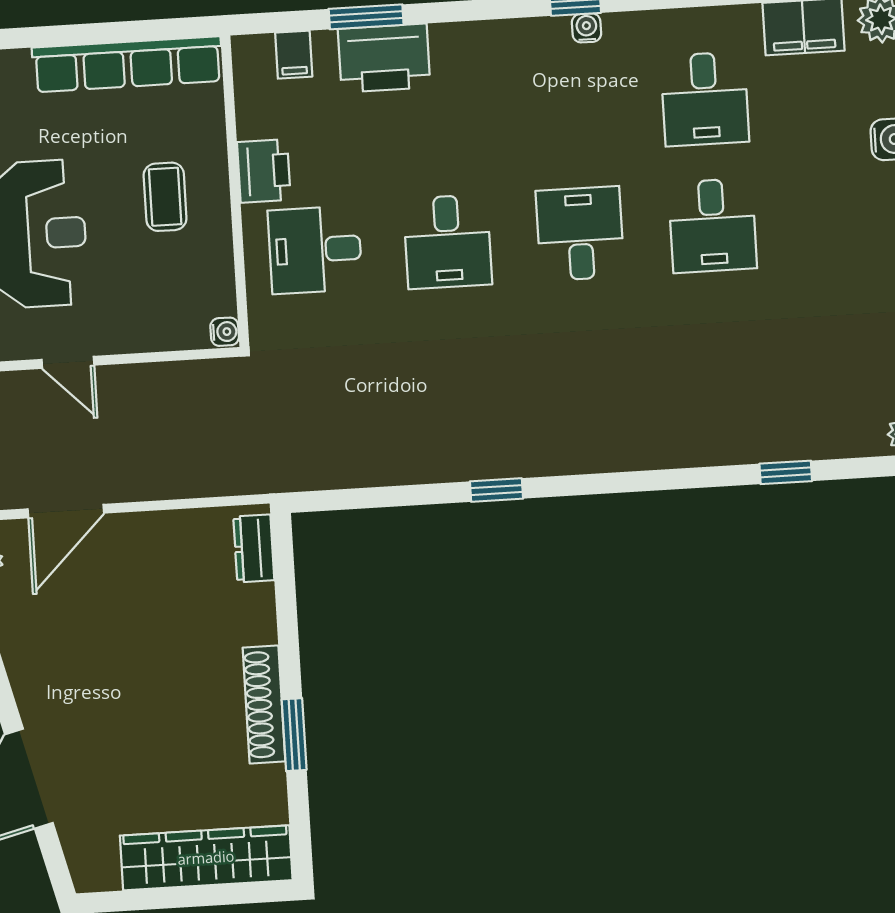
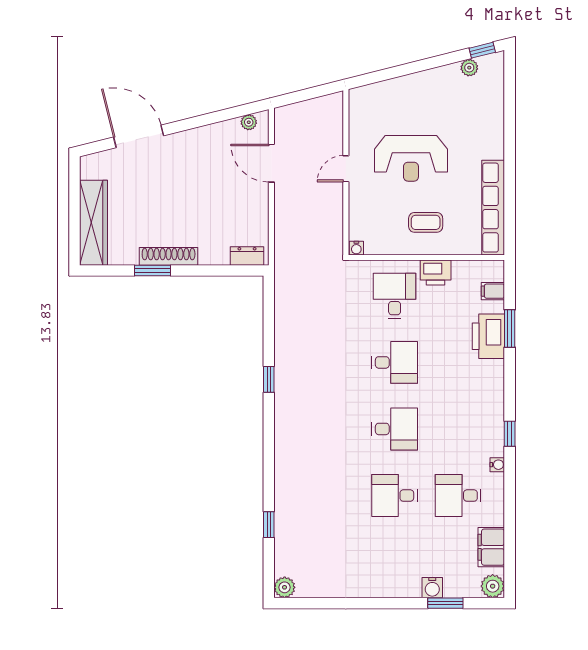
water cooler: (587, 28) -> (497, 465), moved
desk: (448, 242) -> (395, 362), turned 180

